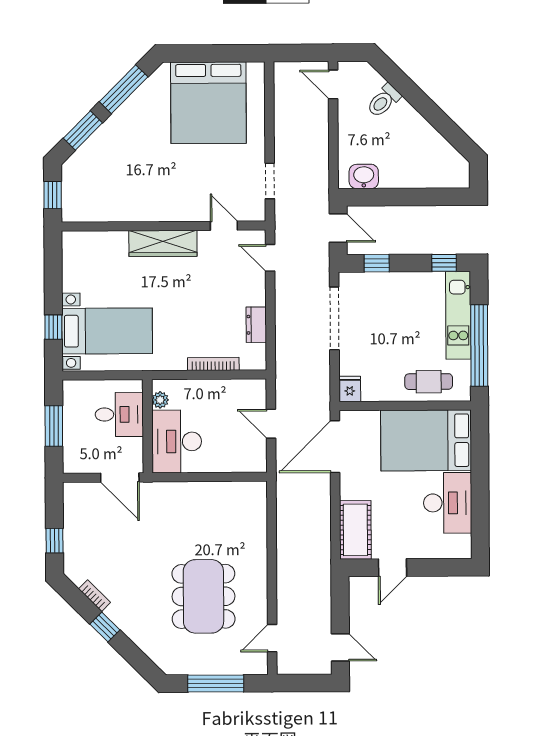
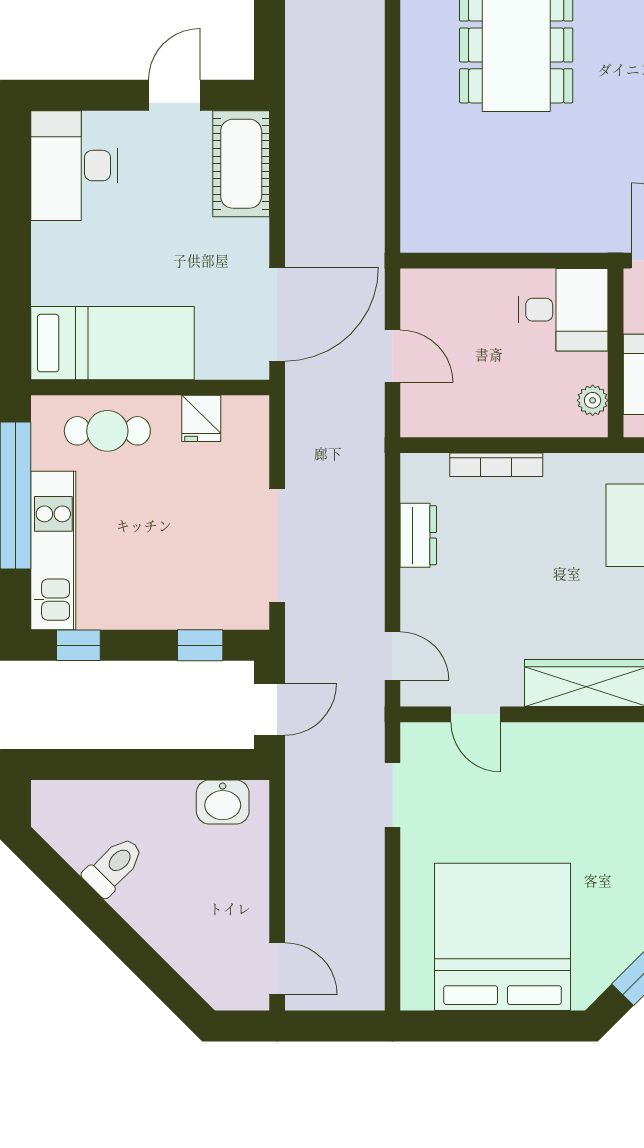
toilet: (384, 101) -> (114, 866), moved
door: (338, 228) -> (269, 709), swing flipped
fridge: (350, 389) -> (201, 418), moved
bed: (426, 440) -> (113, 343), width x0.67
desk: (177, 441) -> (563, 310), width x0.73
desk: (448, 503) -> (74, 166), moved

